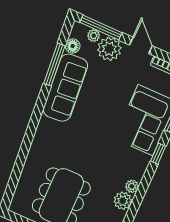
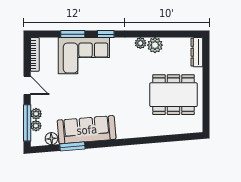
door: (141, 45) -> (27, 85), swing flipped
plant: (109, 49) -> (36, 114), width x0.53, depth x0.53
window: (54, 65) -> (72, 146), width x0.69

